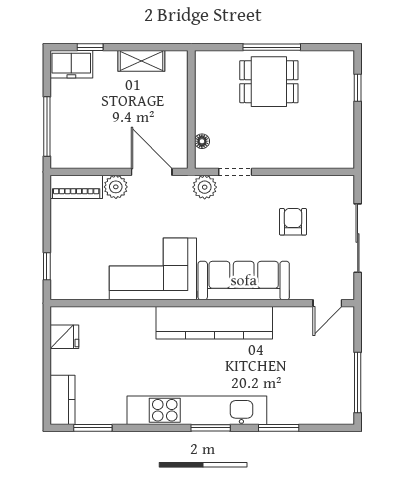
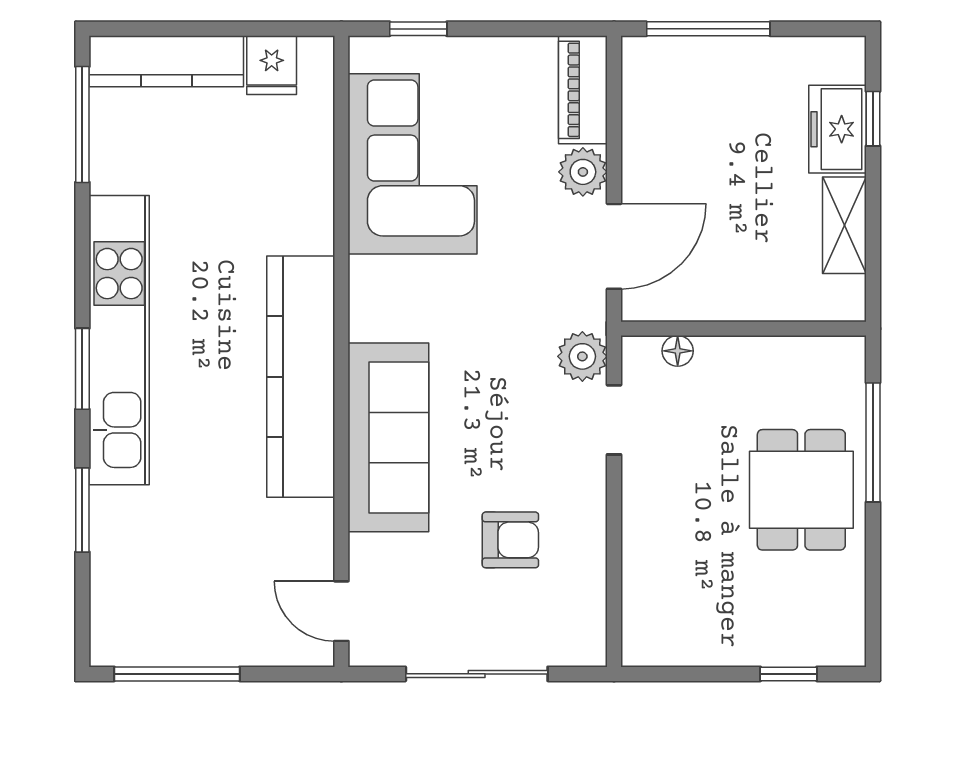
window: (272, 47) -> (873, 442), moved
freezer: (71, 64) -> (838, 129), moved
corner sofa: (153, 269) -> (413, 164), moved
kitchen counter: (62, 400) -> (166, 61), width x1.50
window: (93, 428) -> (82, 124), width x1.44

